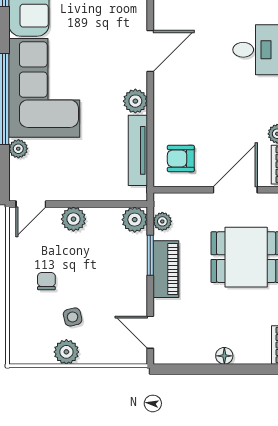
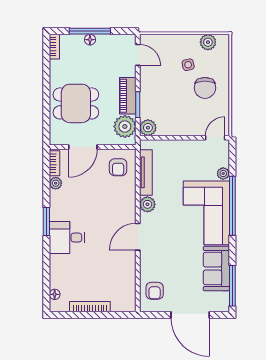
armchair: (181, 158) -> (118, 167), turned 90
plant: (73, 219) -> (187, 128), removed
plant: (162, 221) -> (125, 126), width x1.88, depth x1.88
chair: (46, 281) -> (205, 88), width x1.87, depth x1.87
plant: (66, 352) -> (208, 42), moved
window: (224, 369) -> (90, 31), added

